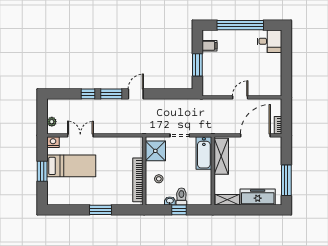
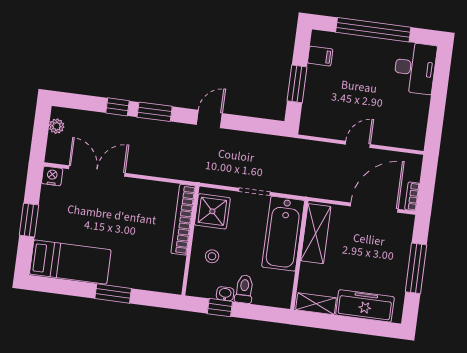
desk: (269, 41) -> (415, 68), width x1.37
door: (136, 94) -> (209, 119), moved
plant: (52, 122) -> (57, 126), moved
double door: (80, 135) -> (97, 171), width x1.37
bathtub: (204, 153) -> (283, 234), width x1.36, depth x1.36
bed: (71, 166) -> (70, 262), moved
bookcase: (138, 180) -> (183, 220), moved
window: (286, 180) -> (416, 268), moved
window: (179, 210) -> (220, 308), moved

